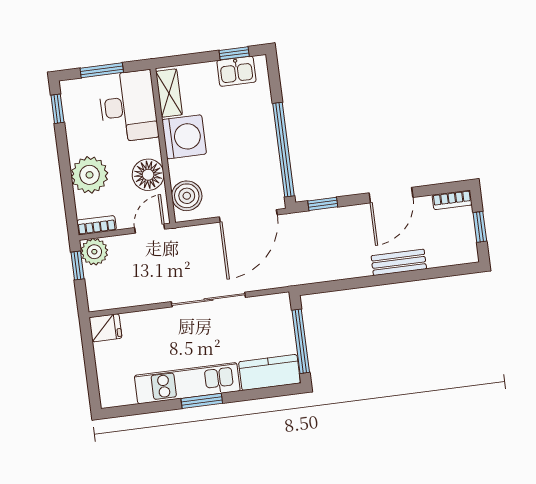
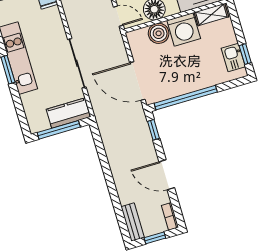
boiler: (187, 196) -> (159, 33), moved
bench: (399, 262) -> (133, 222), moved
kitchen counter: (269, 372) -> (68, 113), moved, turned -90

